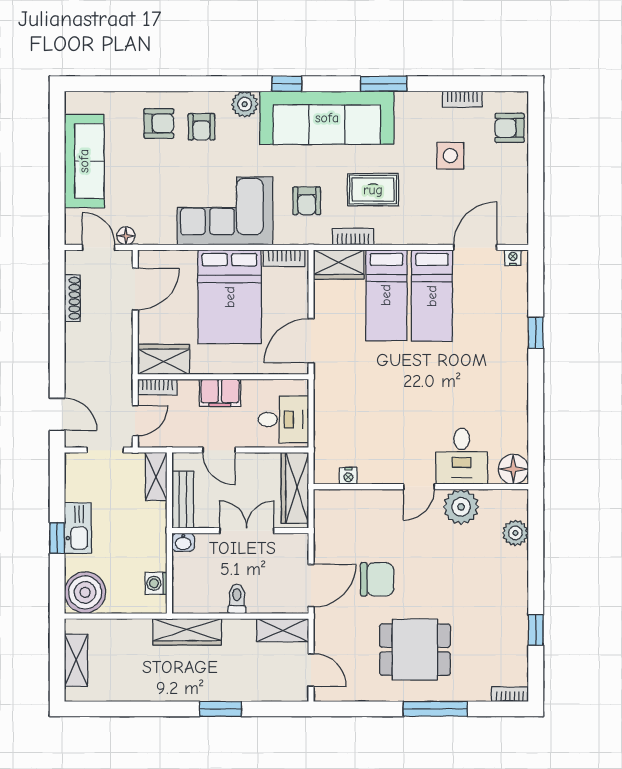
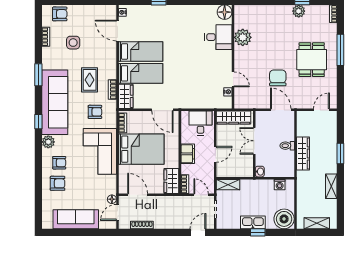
armchair: (159, 123) -> (58, 183), turned 90
armchair: (510, 128) -> (60, 14), turned -90
door: (419, 487) -> (233, 79), moved
bench: (183, 500) -> (239, 172), removed
plant: (515, 533) -> (299, 11), moved
shelving: (283, 630) -> (331, 186), moved
wardrobe: (187, 632) -> (303, 153), moved

